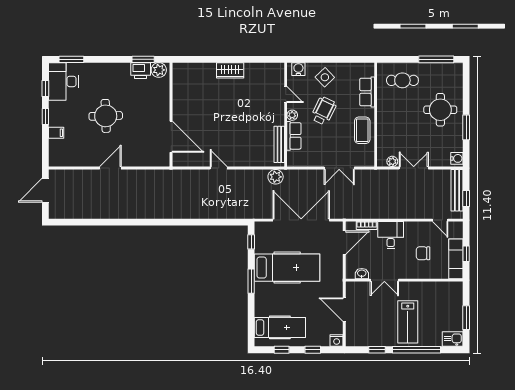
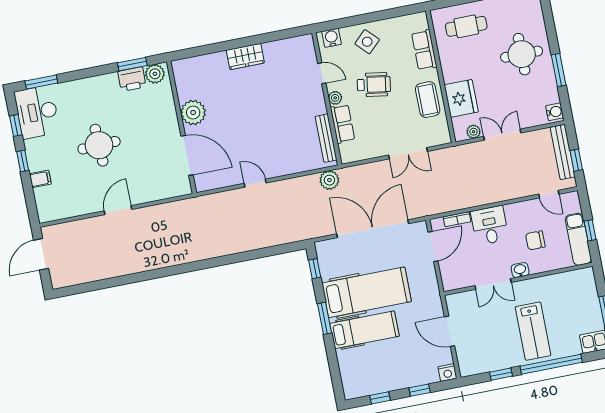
plant: (182, 105) -> (193, 113), added
wheelchair: (324, 111) -> (374, 85), turned 73
fridge: (388, 134) -> (461, 98), added
washbasin: (362, 274) -> (520, 270), moved
hospital bed: (280, 327) -> (364, 330), moved

